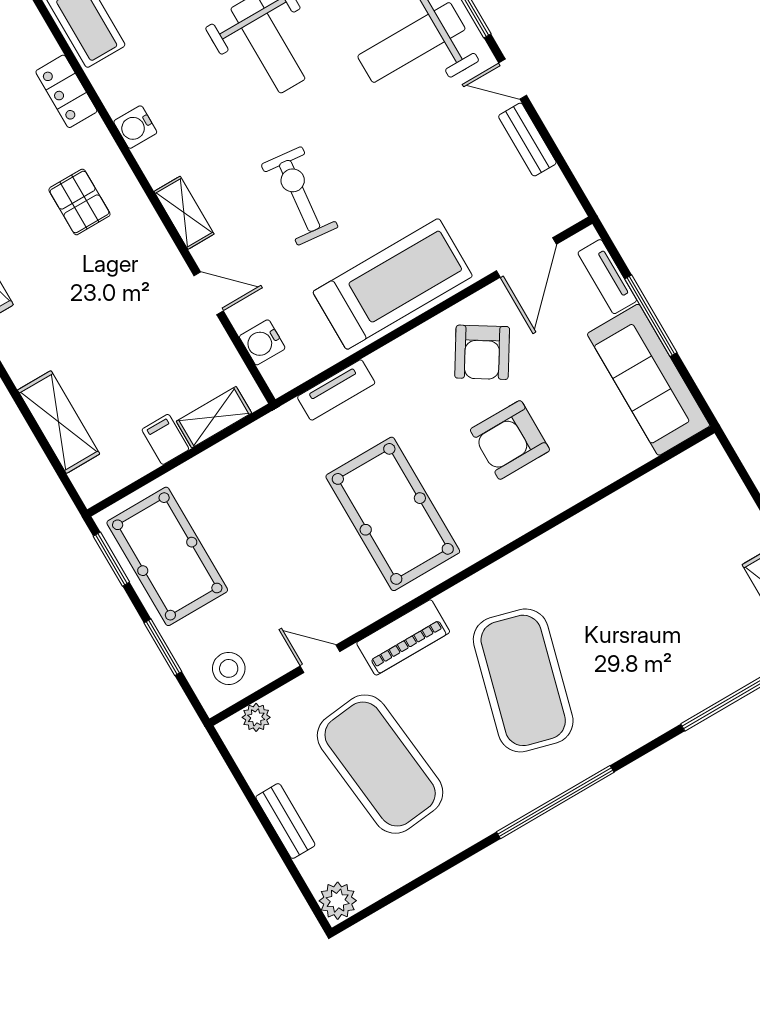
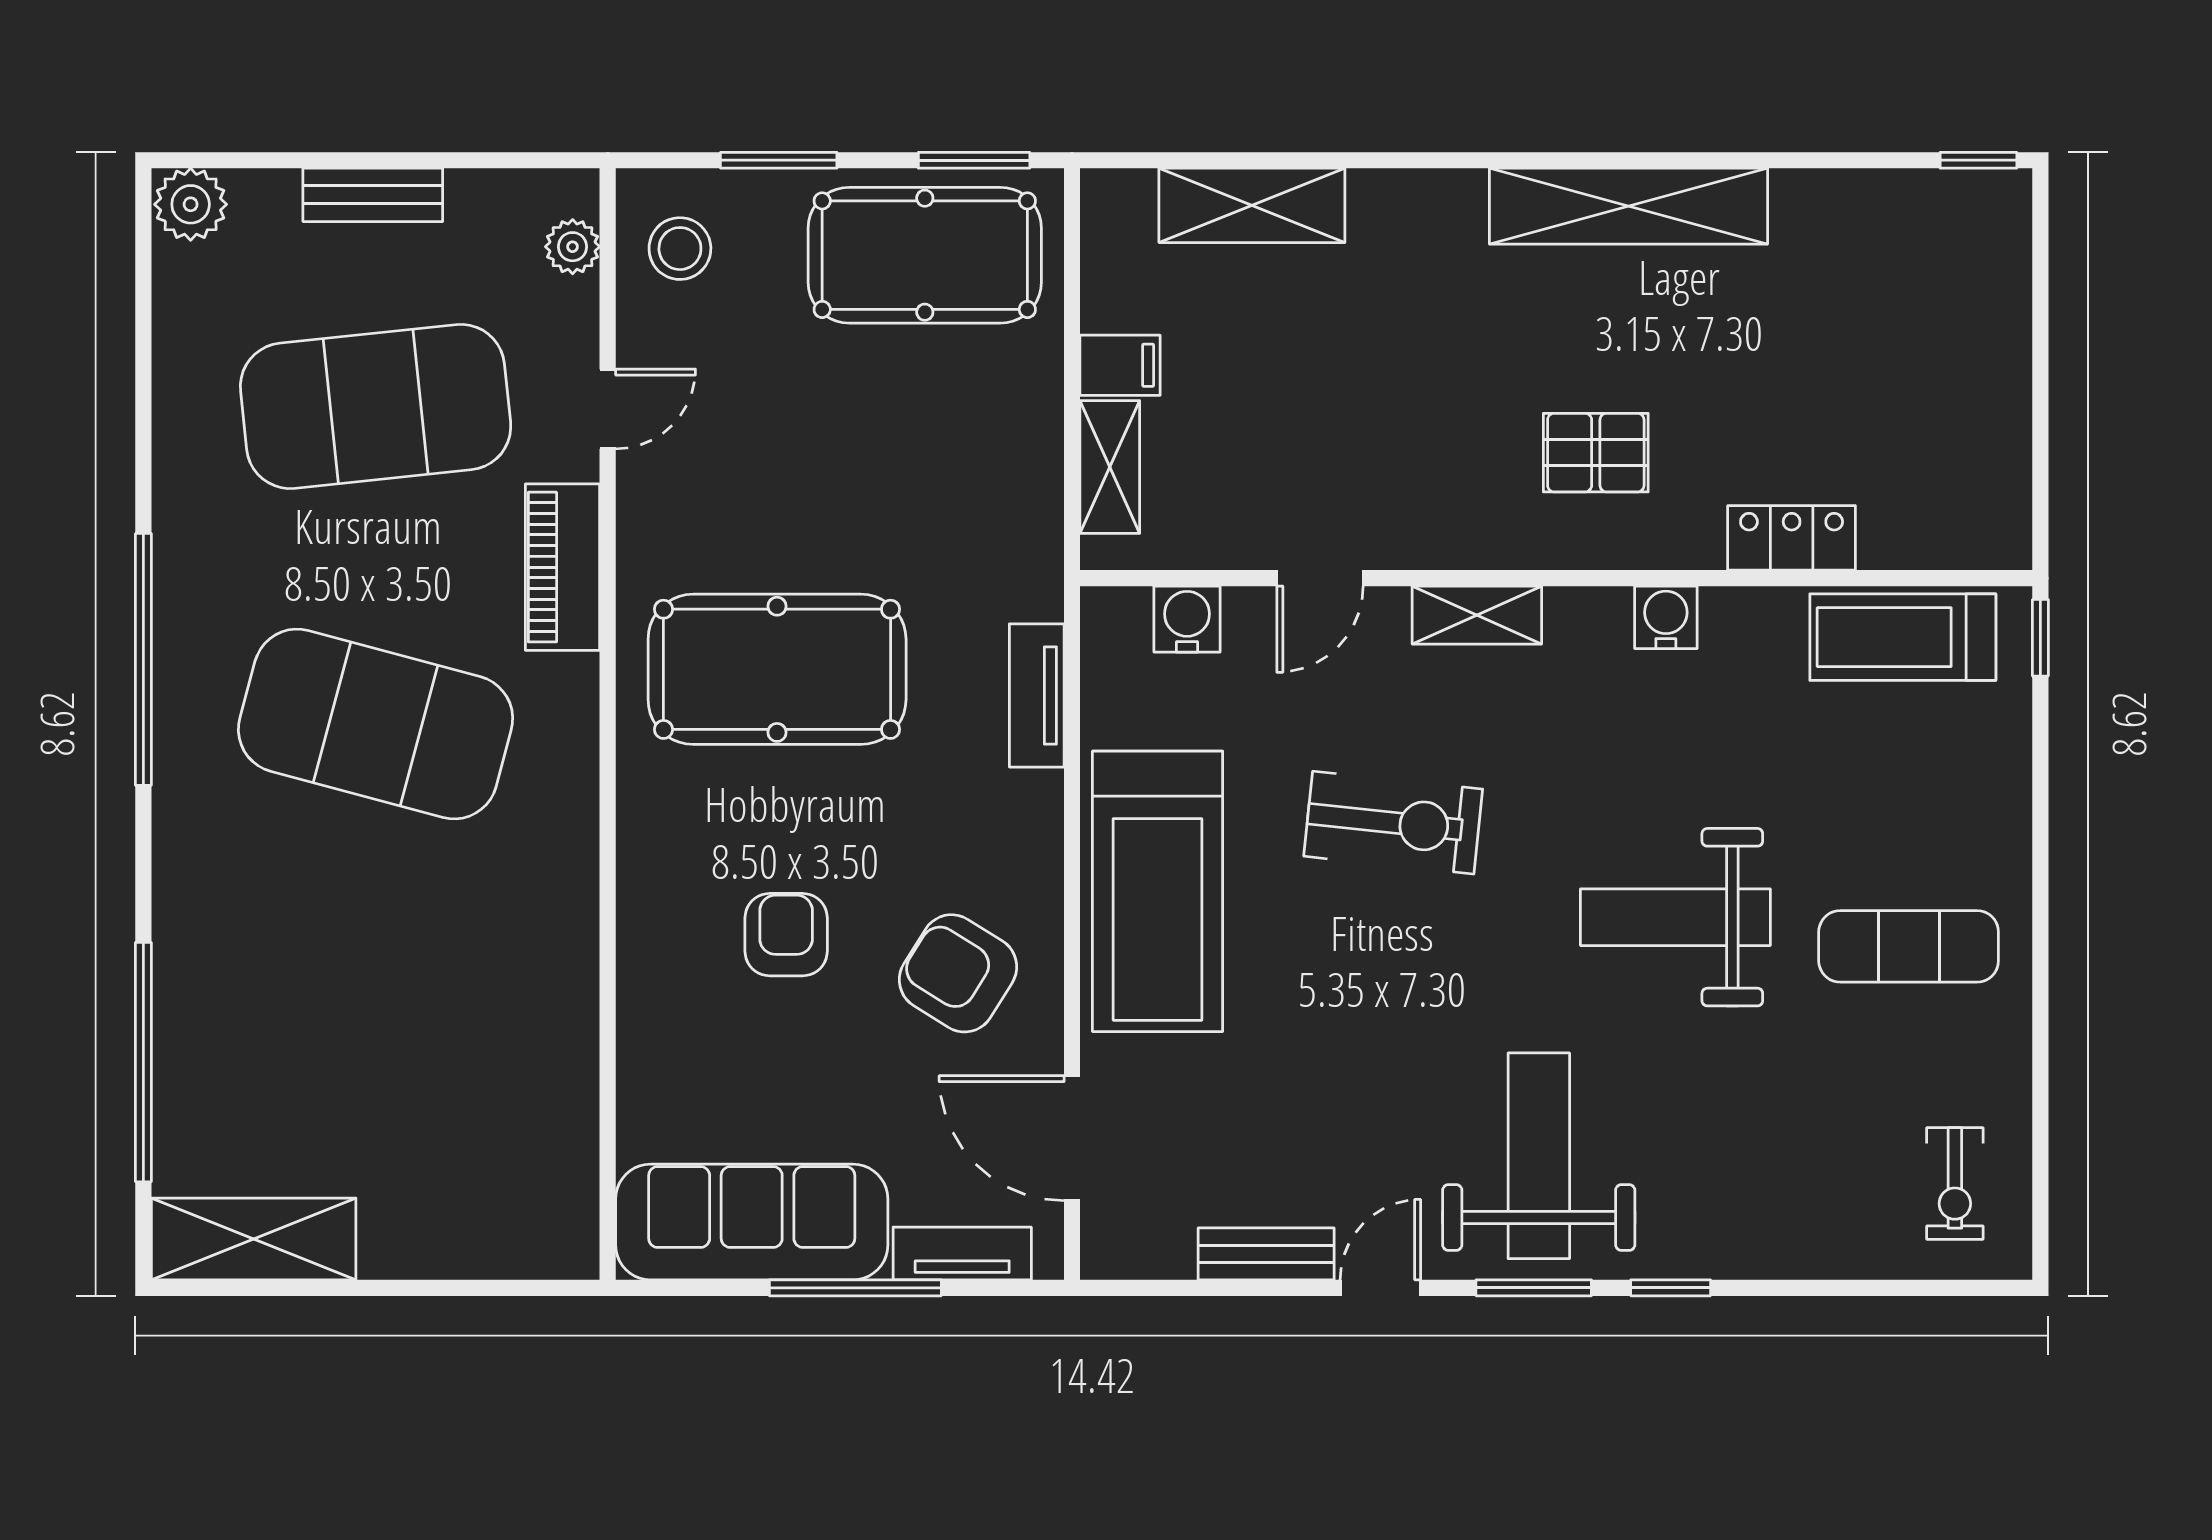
armchair: (510, 440) -> (786, 935), width x0.72, depth x0.72

